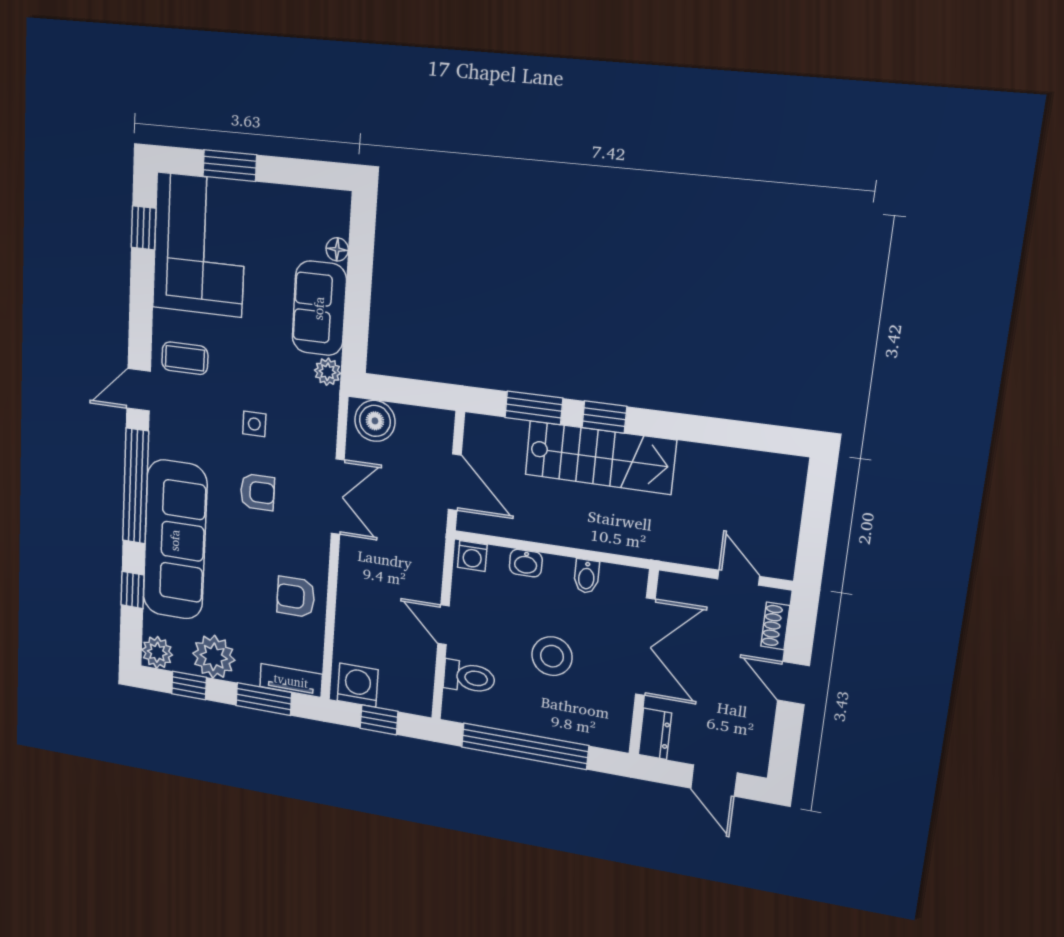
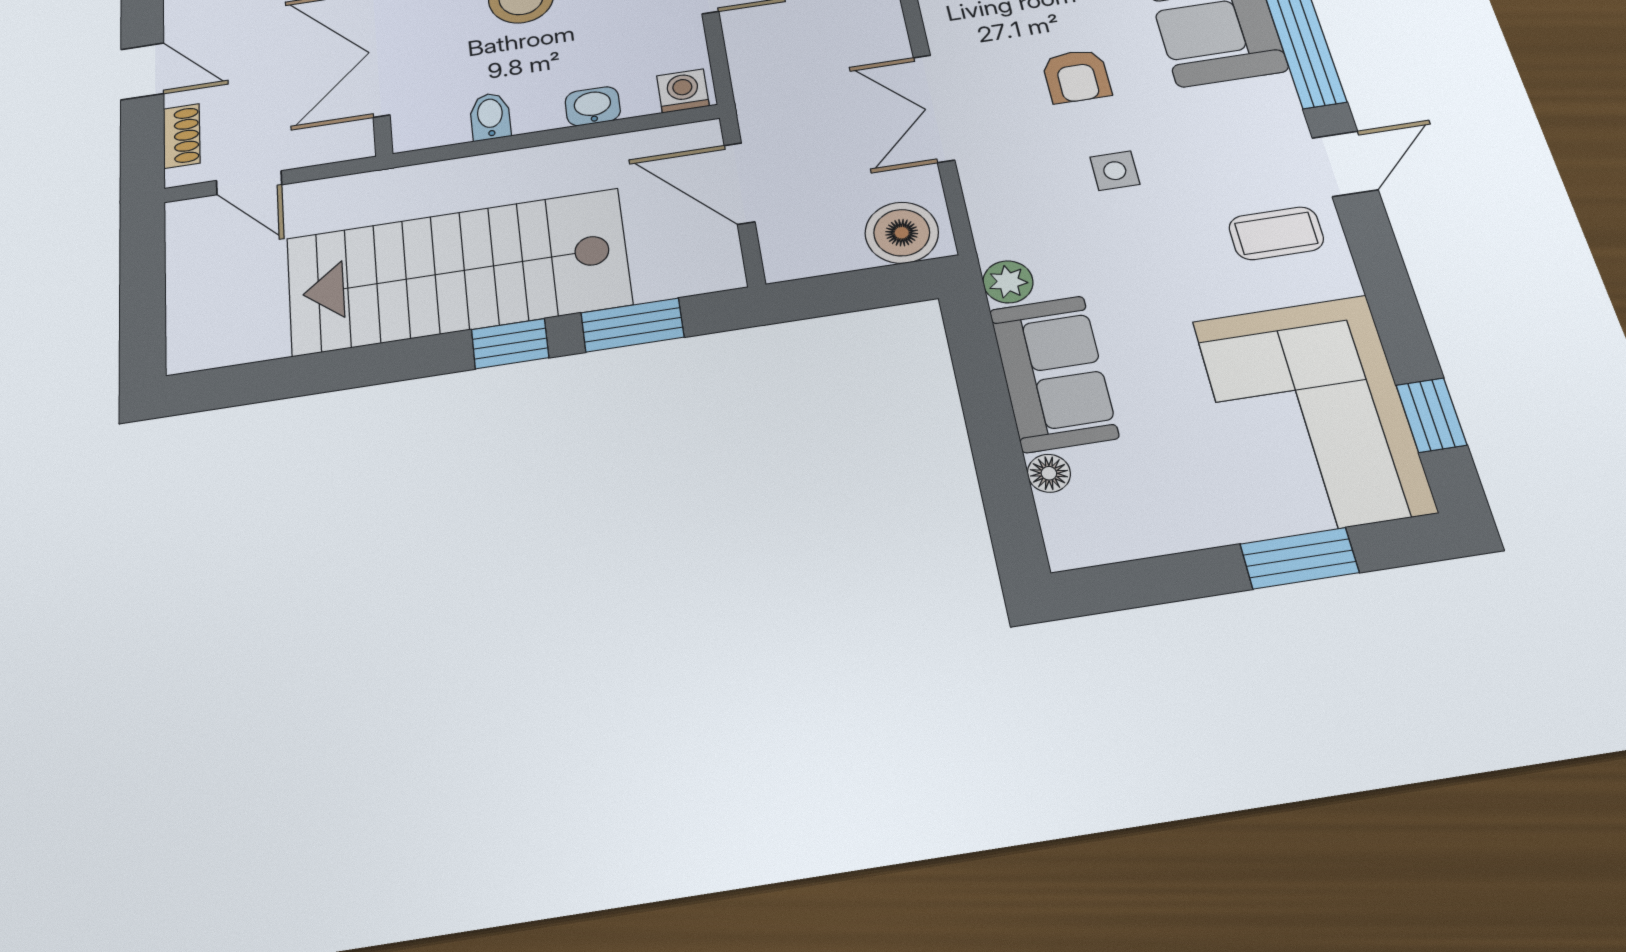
stairs: (600, 457) -> (458, 271), width x1.36, depth x1.51
armchair: (257, 492) -> (1076, 76), turned -90

